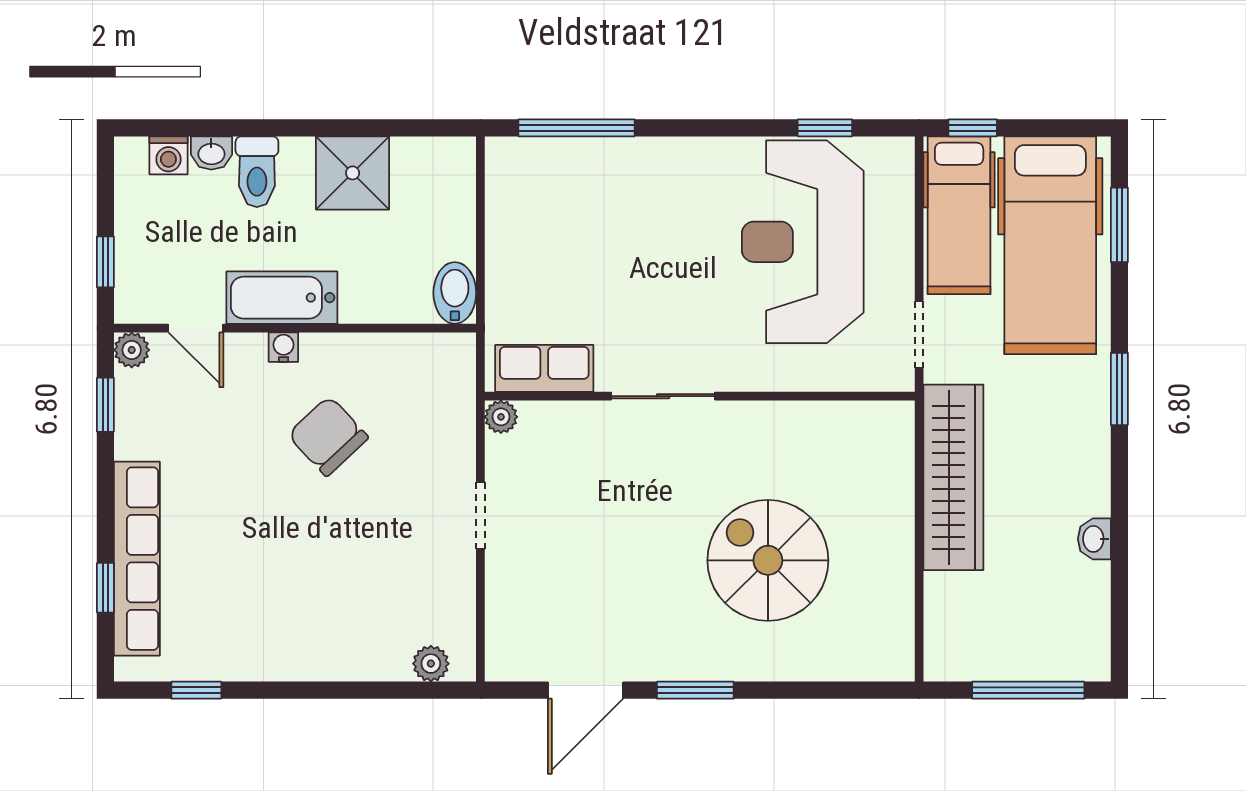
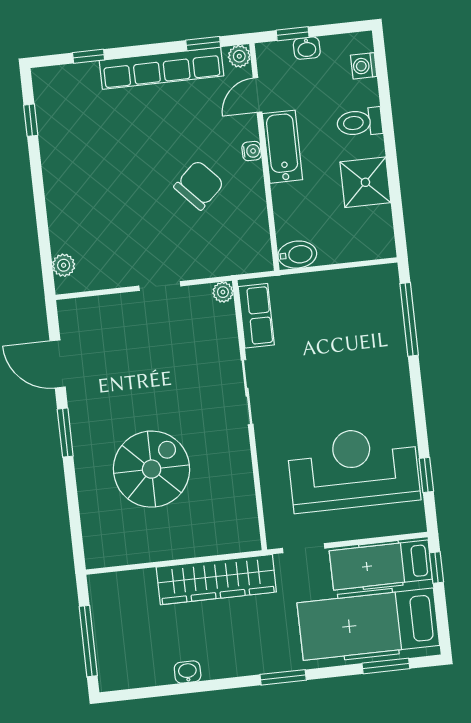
washbasin: (211, 153) -> (307, 48), moved, turned -90
row of seats: (137, 559) -> (161, 68), moved

